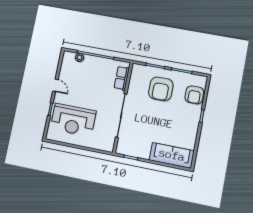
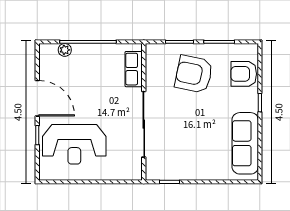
door: (55, 85) -> (37, 98), width x1.87
armchair: (161, 89) -> (194, 74), turned 102
armchair: (194, 95) -> (244, 74), turned 90
sofa: (172, 155) -> (245, 143), moved, turned -90

